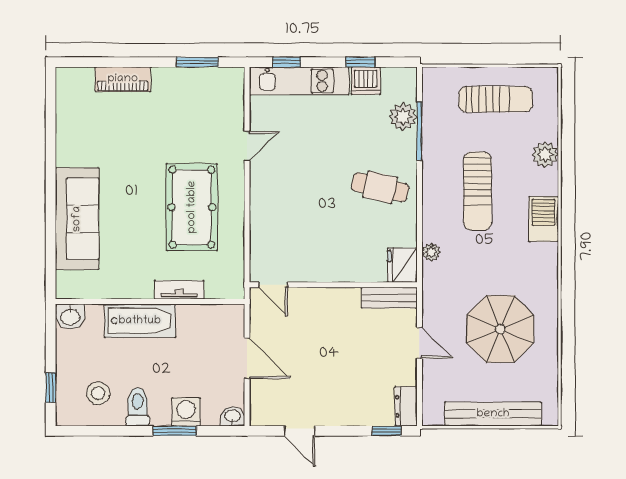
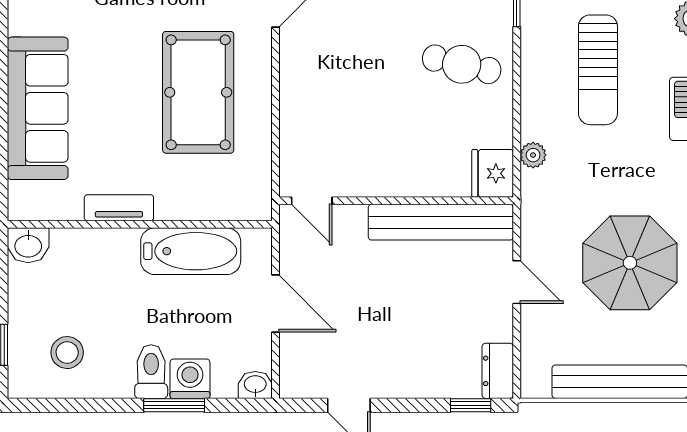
tv unit: (179, 290) -> (119, 208), moved
bench: (389, 298) -> (441, 222), width x1.86, depth x1.21
bathtub: (140, 321) -> (191, 251), moved
toilet: (138, 407) -> (151, 372), moved

